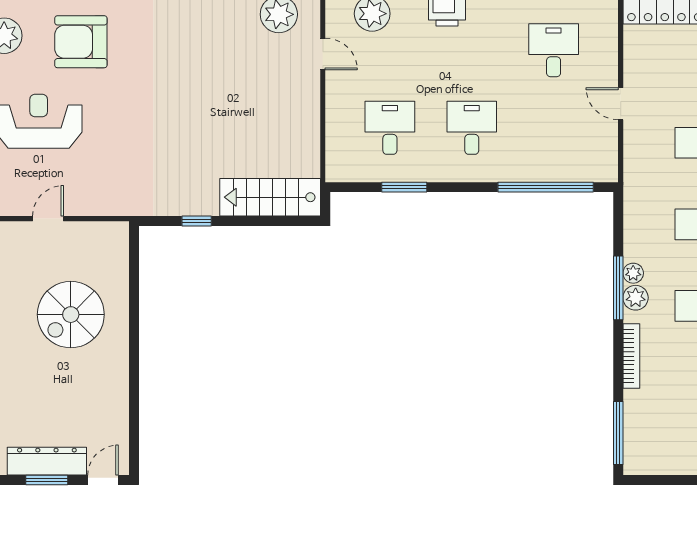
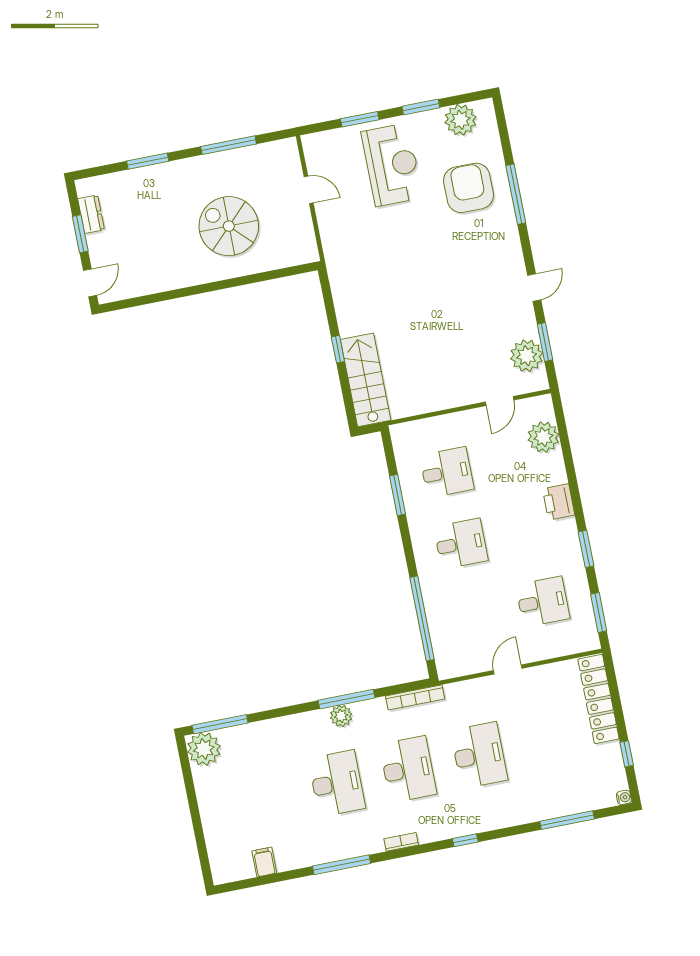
window: (197, 221) -> (338, 349), moved
plant: (633, 273) -> (204, 749), moved, width x1.87, depth x1.87
bookcase: (631, 356) -> (415, 697), moved
dresser: (47, 461) -> (91, 214), width x0.51, depth x0.80
door: (103, 480) -> (90, 283), hinge flipped

